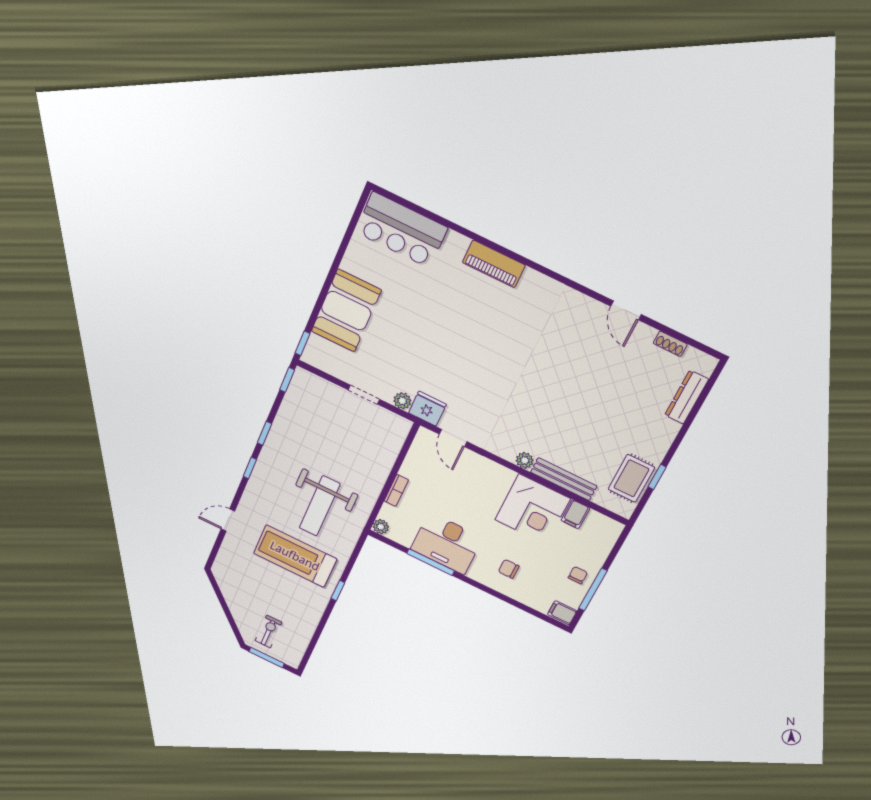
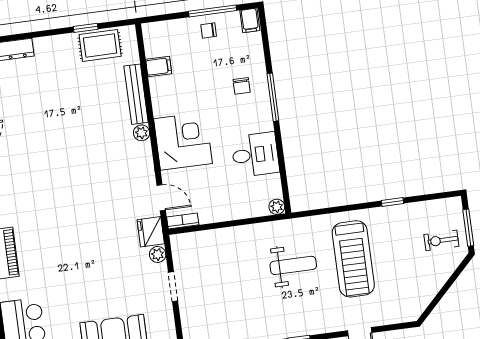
door: (453, 438) -> (161, 198), hinge flipped
bookcase: (396, 490) -> (183, 221), moved
weight bench: (320, 506) -> (293, 265), width x0.73, depth x0.75
corner desk: (532, 509) -> (183, 141), moved
desk: (447, 543) -> (255, 155), width x0.73
window: (431, 562) -> (273, 97), moved
window: (338, 591) -> (392, 202), moved

